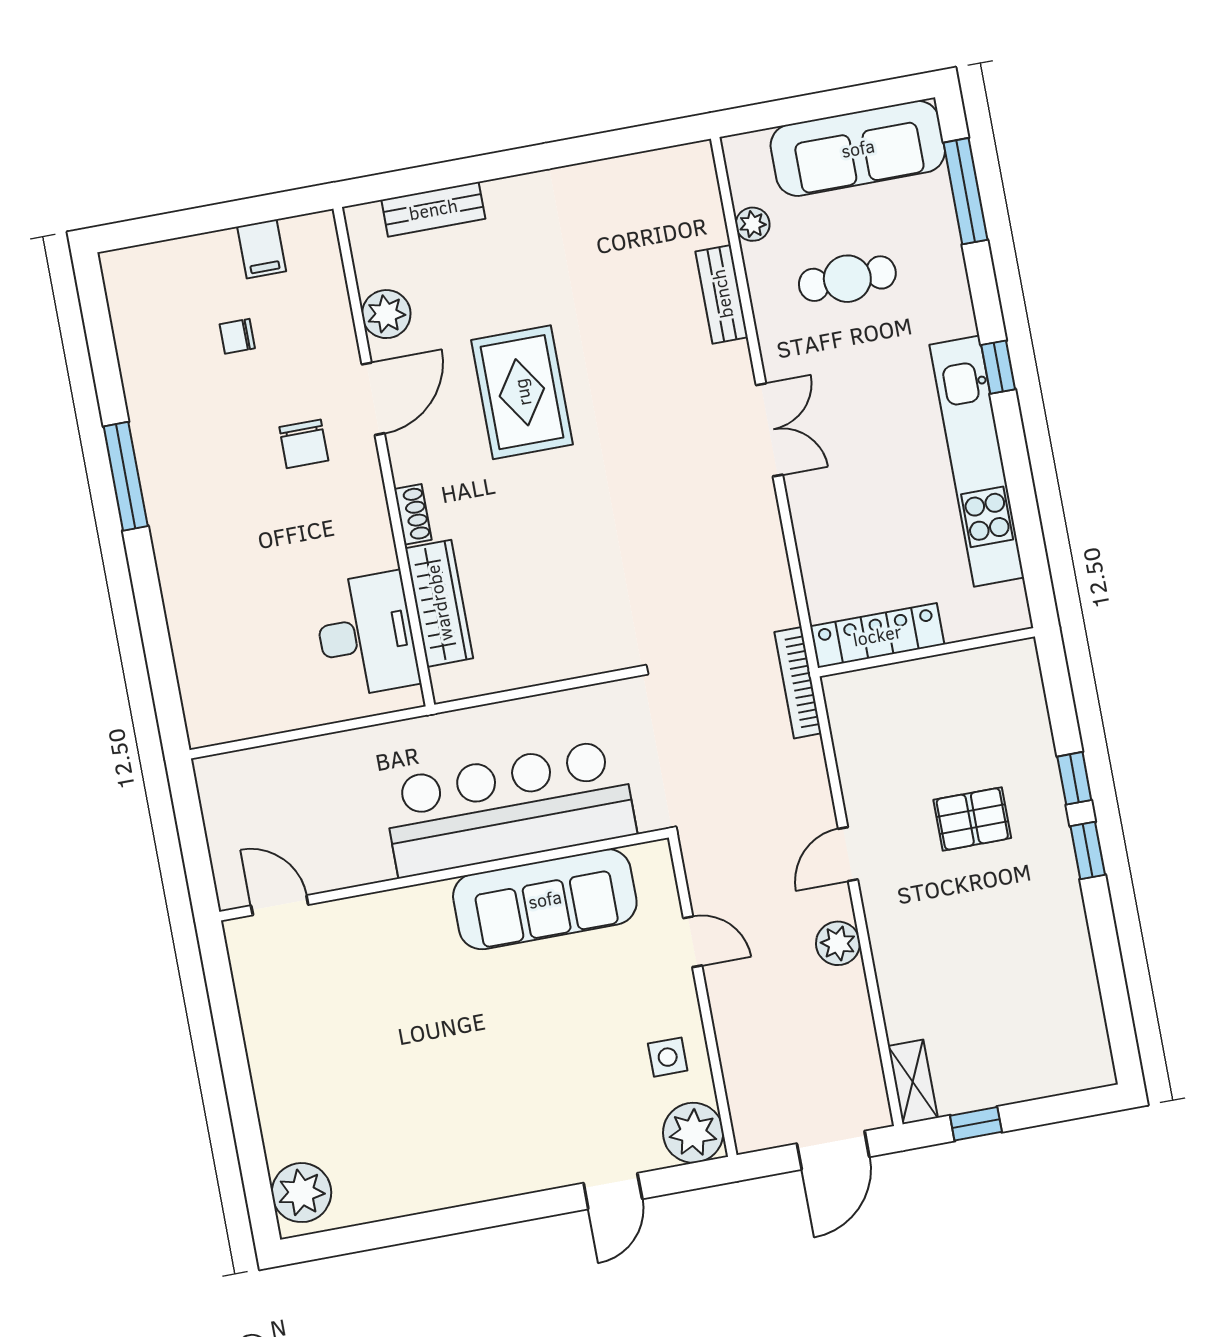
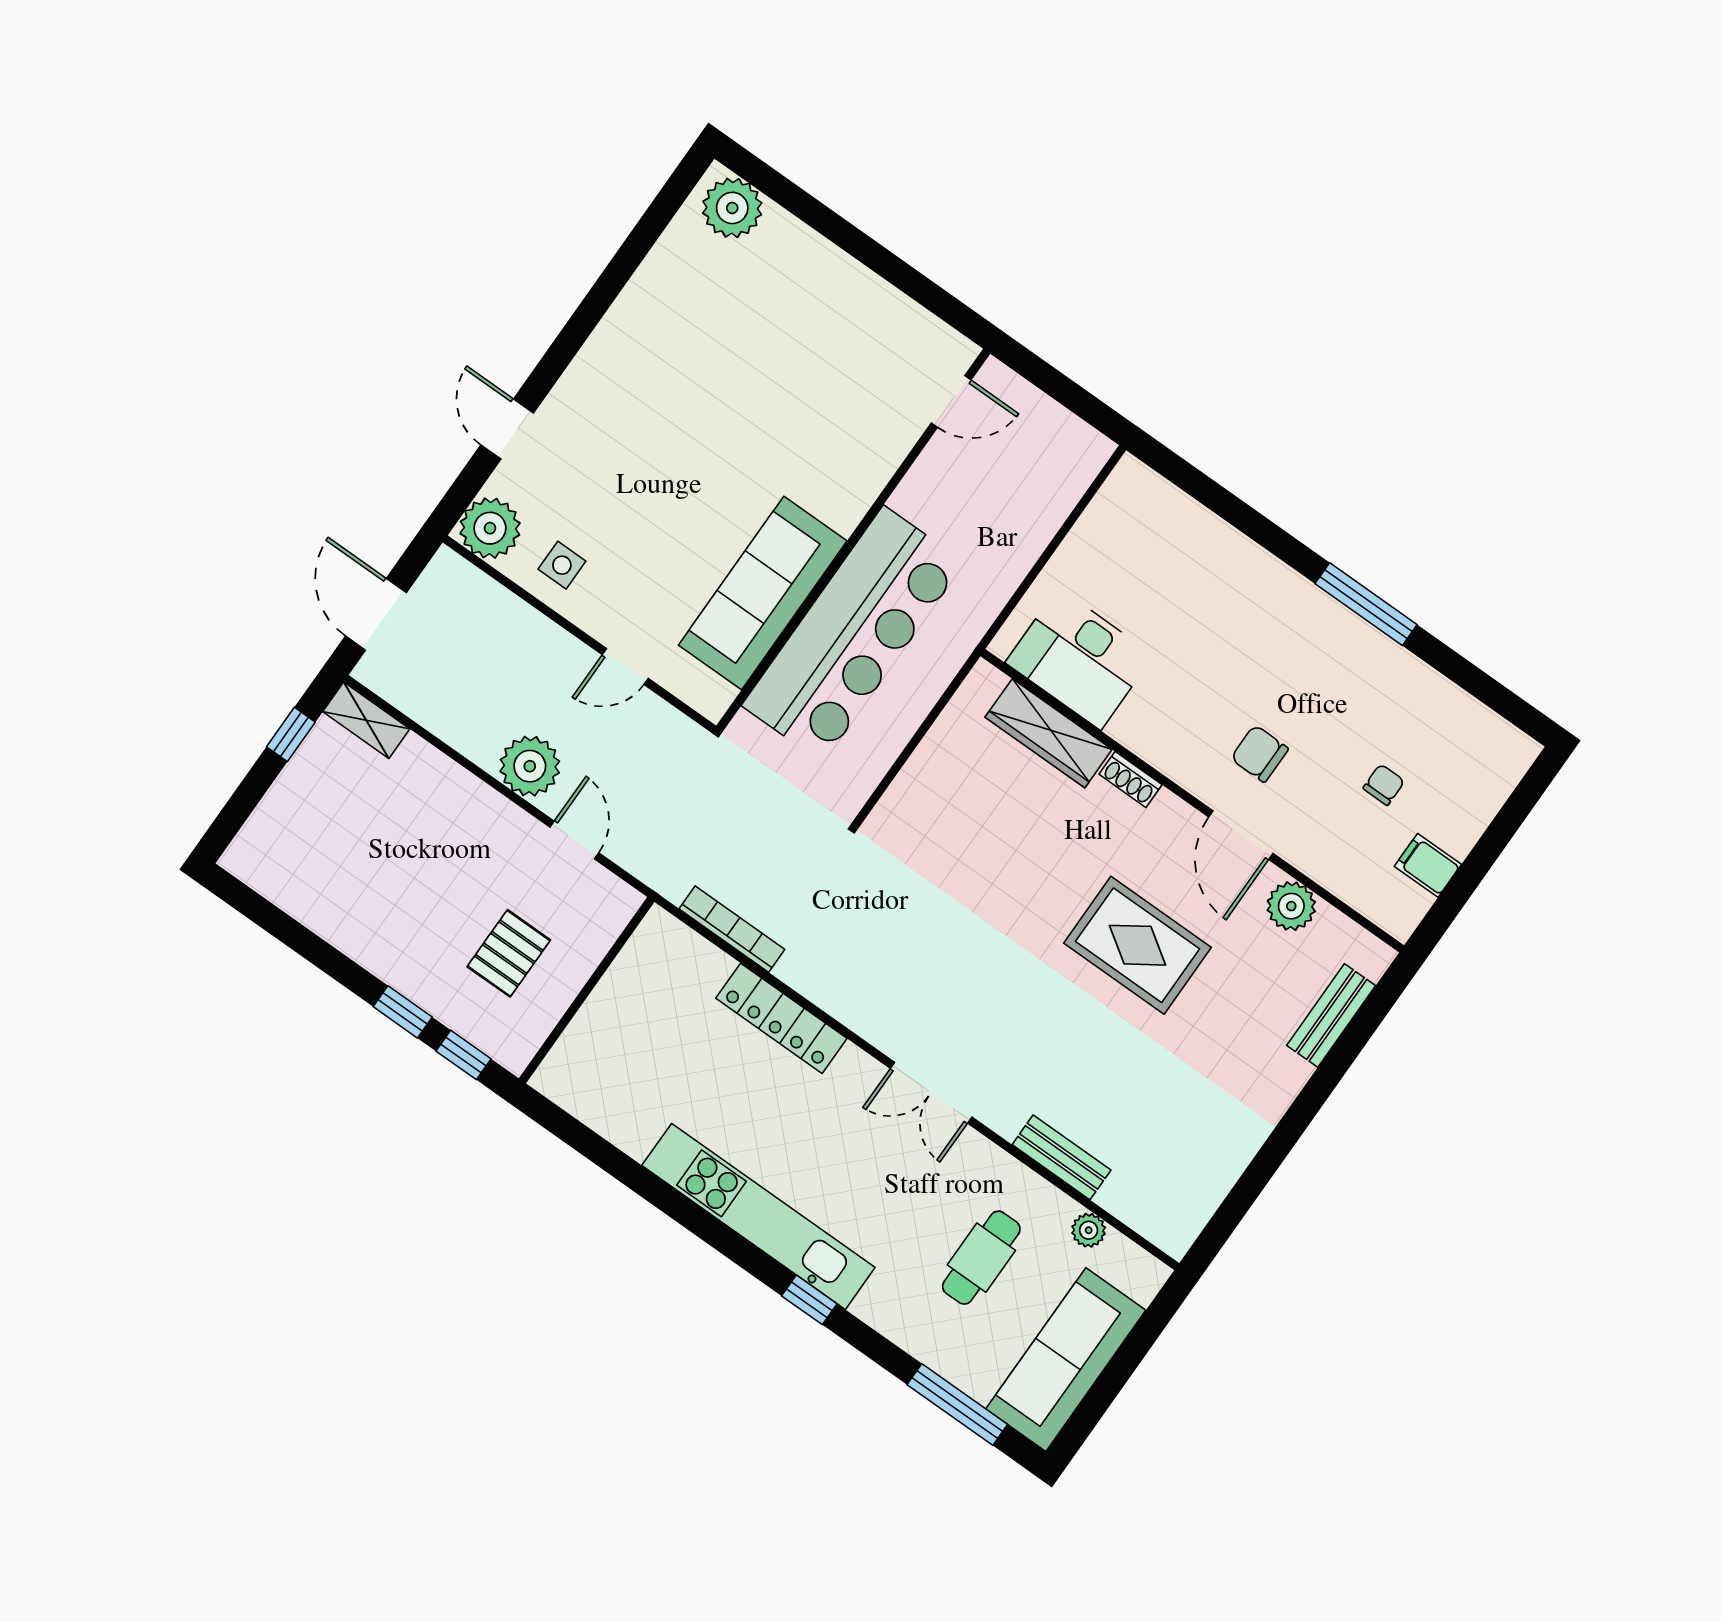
locker: (877, 635) -> (781, 1018), moved, turned 90
wall: (926, 652) -> (587, 990), moved
plant: (838, 943) -> (530, 766), width x1.36, depth x1.36

